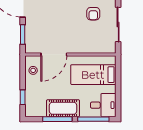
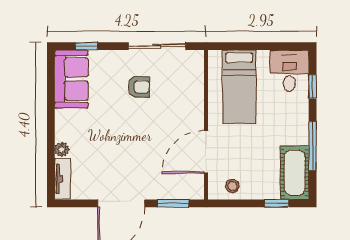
door: (54, 54) -> (206, 152), swing flipped
cot: (63, 108) -> (295, 173), moved
window: (93, 119) -> (313, 87), width x0.46

